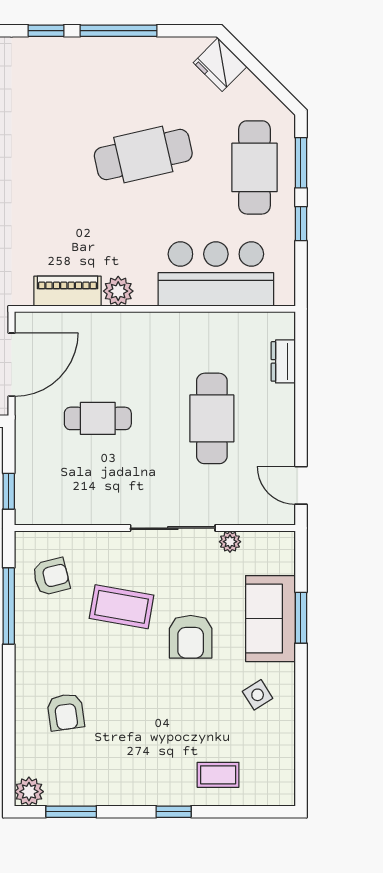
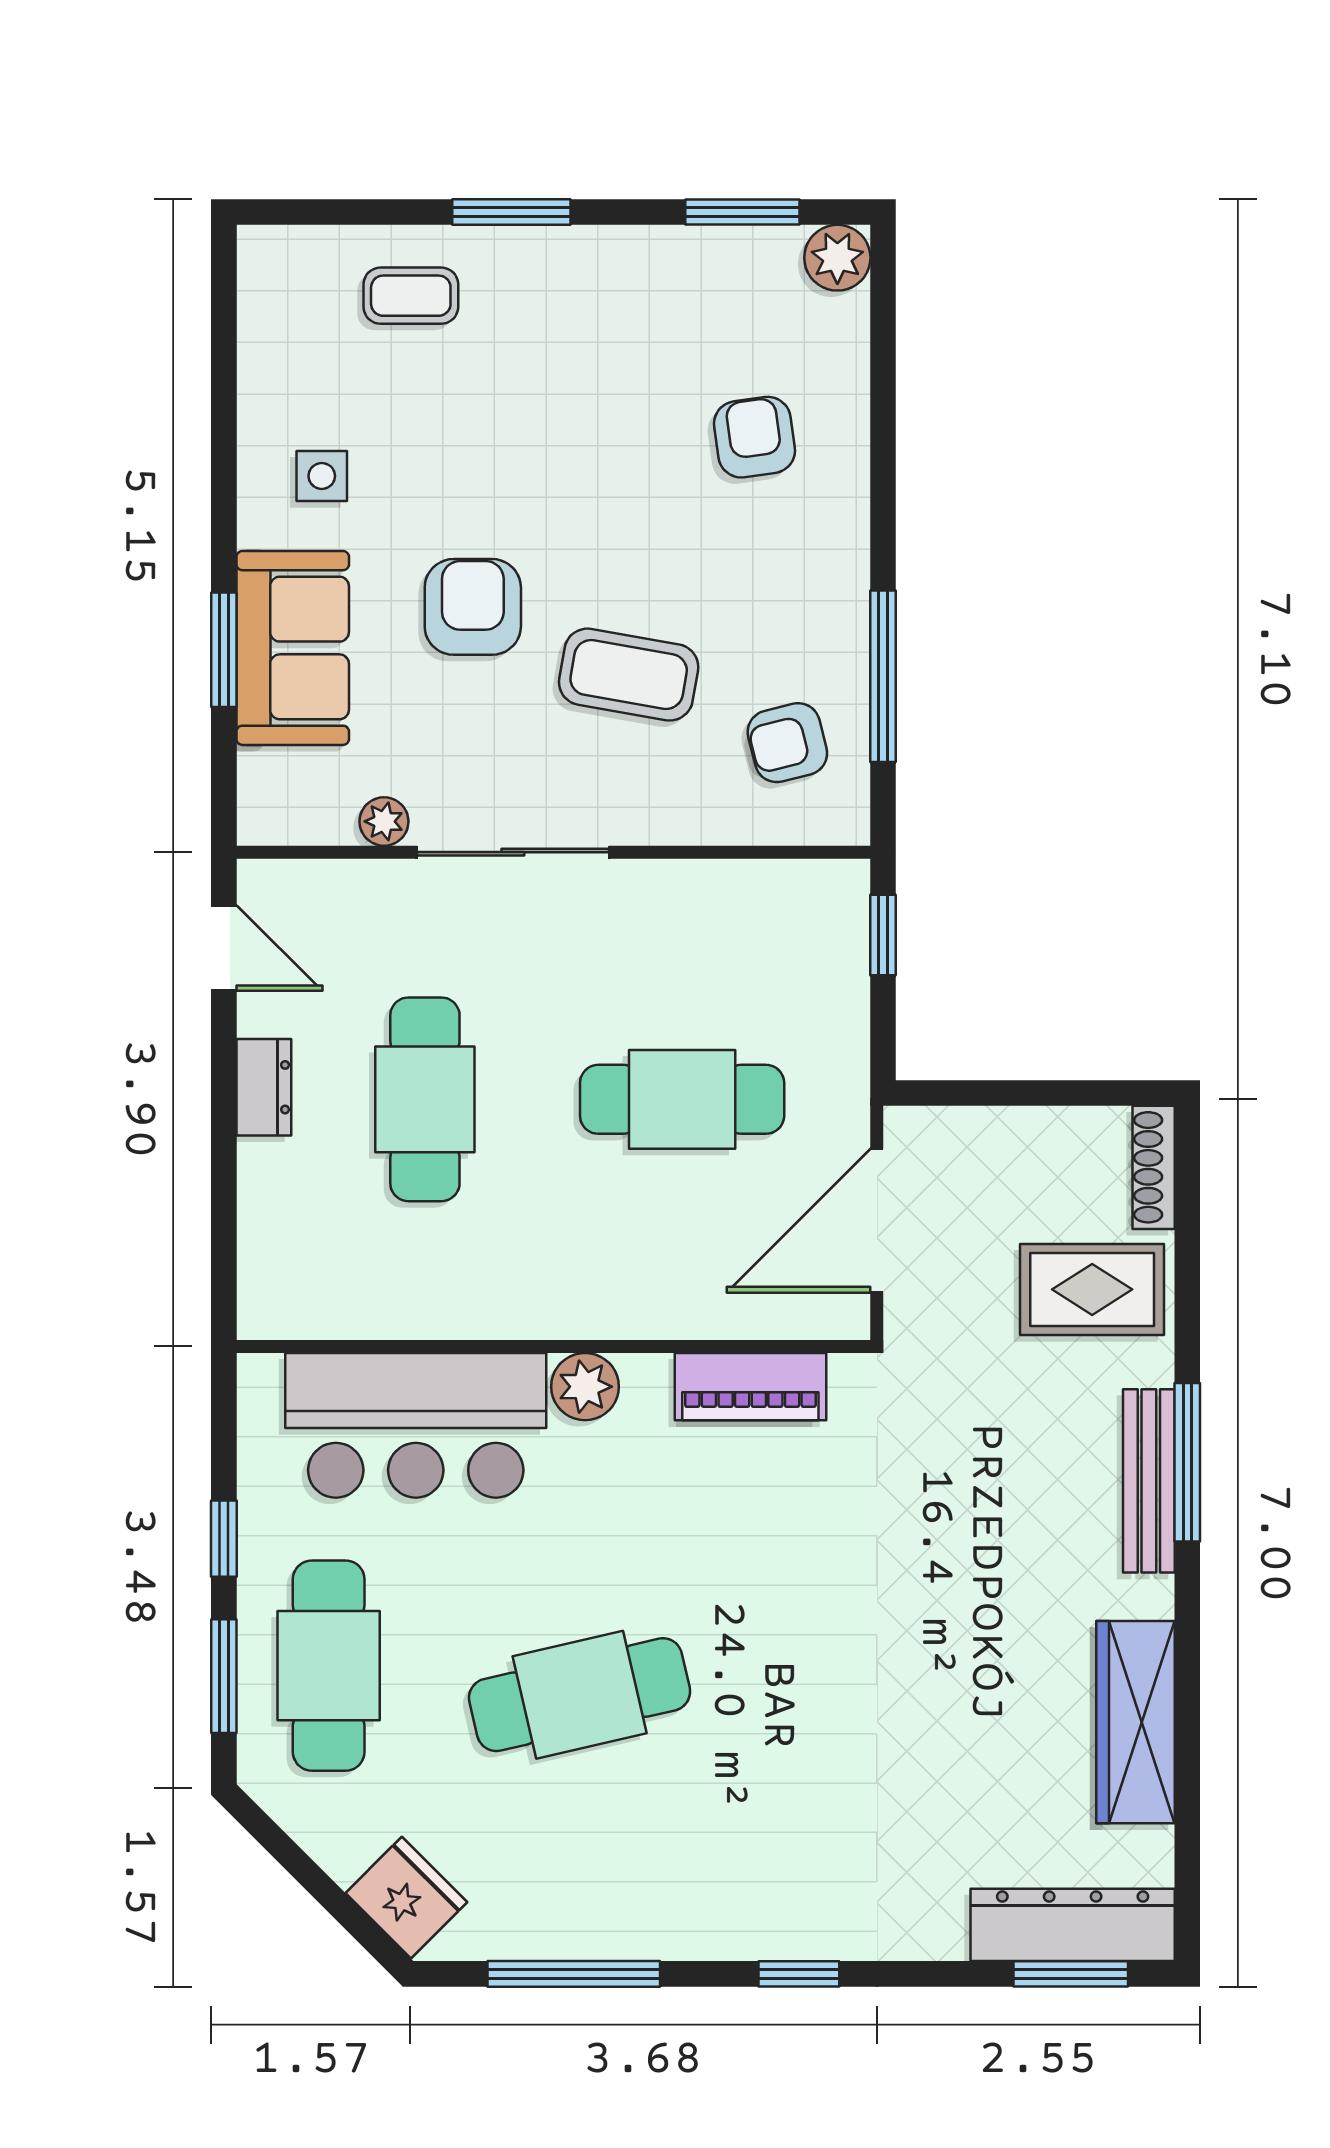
window: (118, 31) -> (574, 1974), moved
plant: (118, 291) -> (585, 1387), moved
dresser: (283, 361) -> (264, 1087), moved
cafe table: (98, 418) -> (682, 1099), width x1.37, depth x1.35
side table: (258, 695) -> (322, 476), turned 32
window: (174, 812) -> (511, 212), width x1.50

